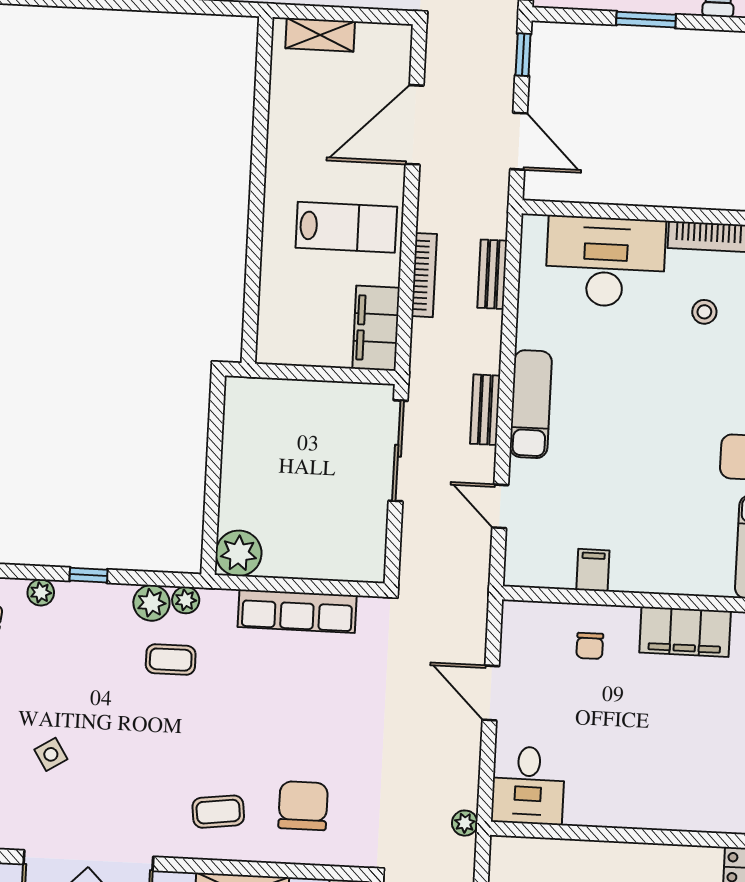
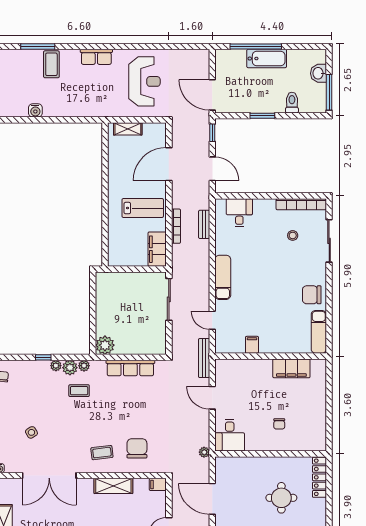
desk: (605, 262) -> (239, 213), width x0.53, depth x0.77
bench: (485, 410) -> (204, 358), moved, width x1.36
plant: (41, 592) -> (56, 366), moved
chair: (590, 646) -> (279, 424), moved

